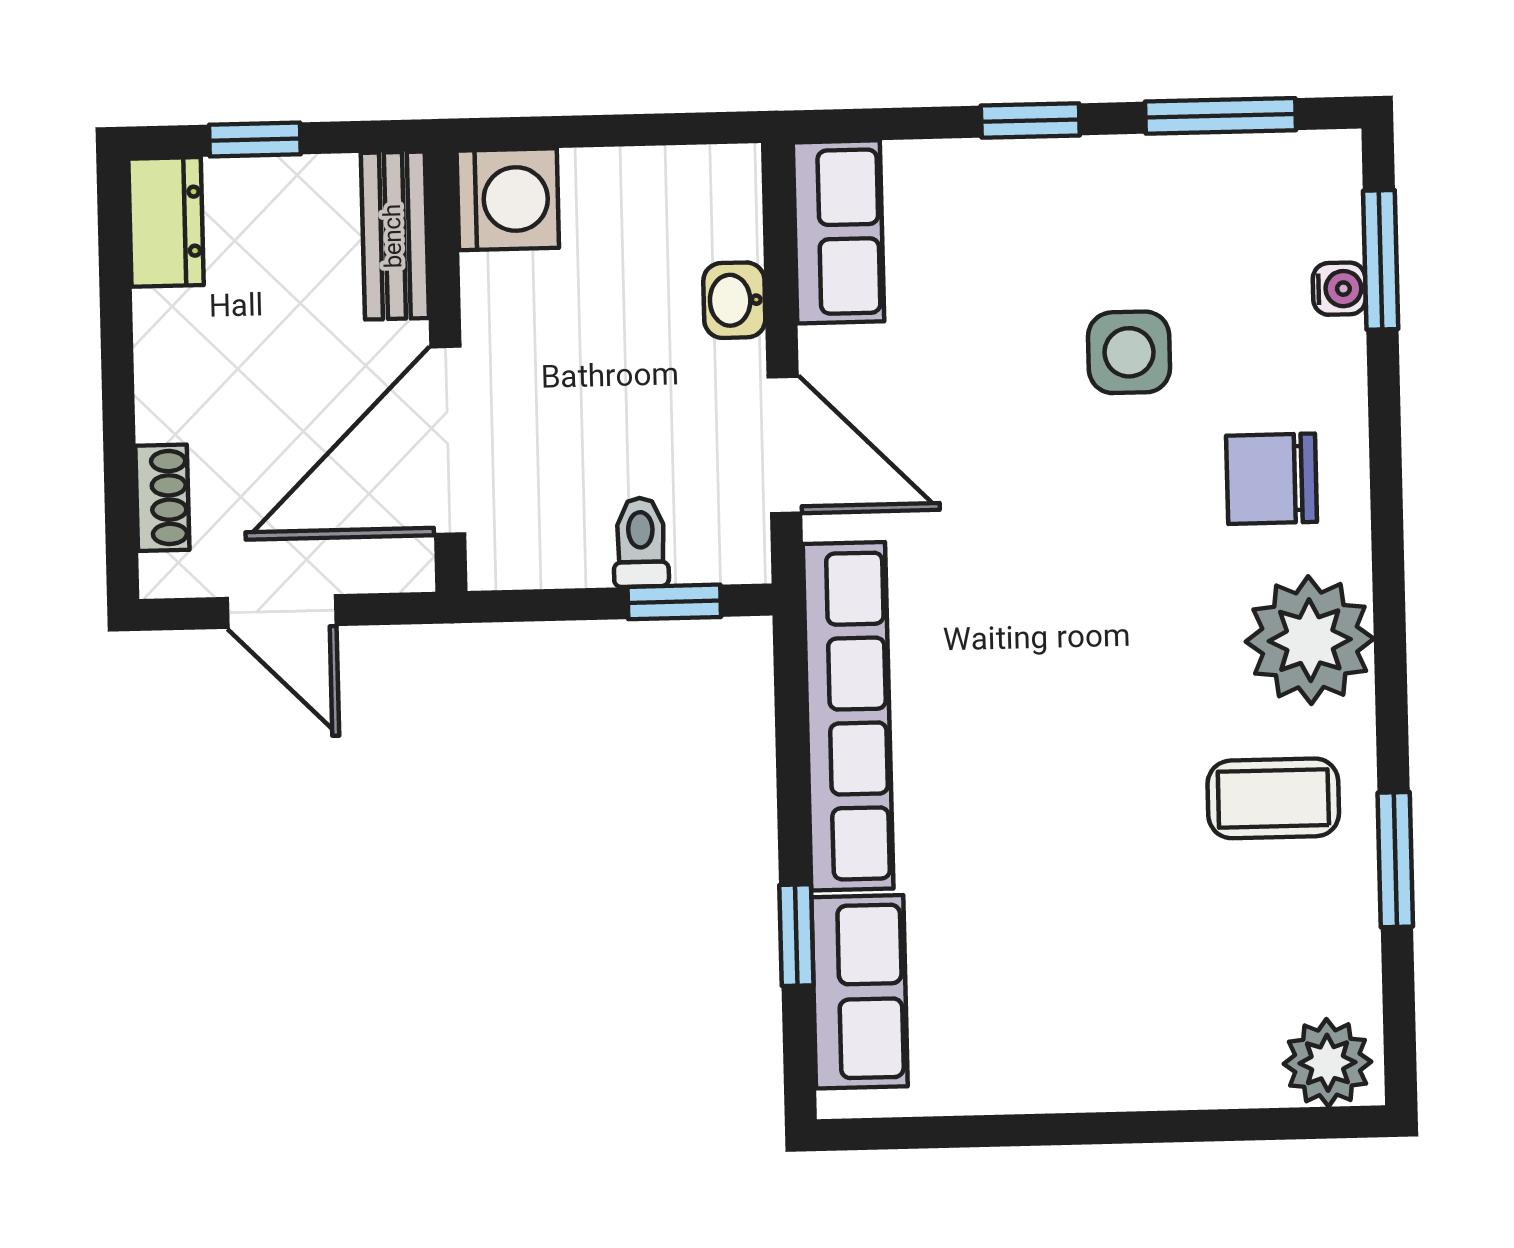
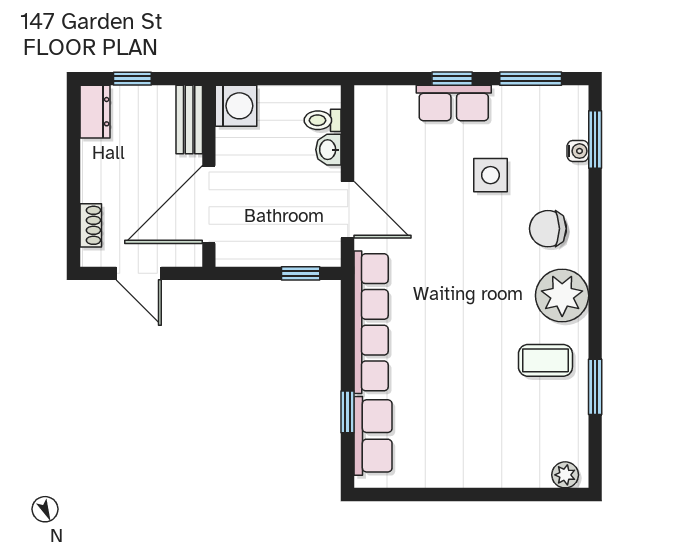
row of seats: (839, 232) -> (454, 103), moved, turned 90
toilet: (641, 542) -> (323, 120), moved, turned -90
plant: (1327, 1063) -> (565, 475), width x0.73, depth x0.73

